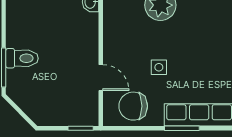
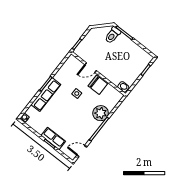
toilet: (22, 58) -> (113, 35), moved
chair: (133, 106) -> (98, 85), moved, turned 90

